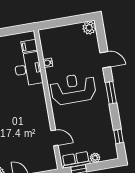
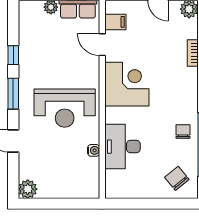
filing cabinet: (29, 46) -> (115, 22), moved
corner desk: (33, 113) -> (127, 84), added
window: (118, 136) -> (13, 55), moved

